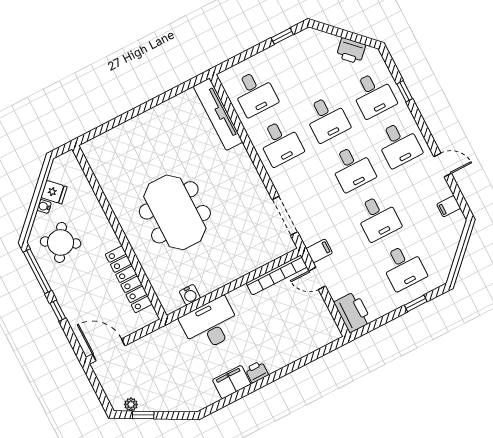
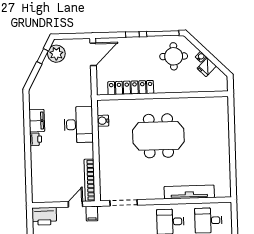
tv unit: (218, 114) -> (189, 192), moved
round table: (61, 242) -> (174, 56), turned -31
plant: (131, 404) -> (56, 54), width x1.87, depth x1.87

